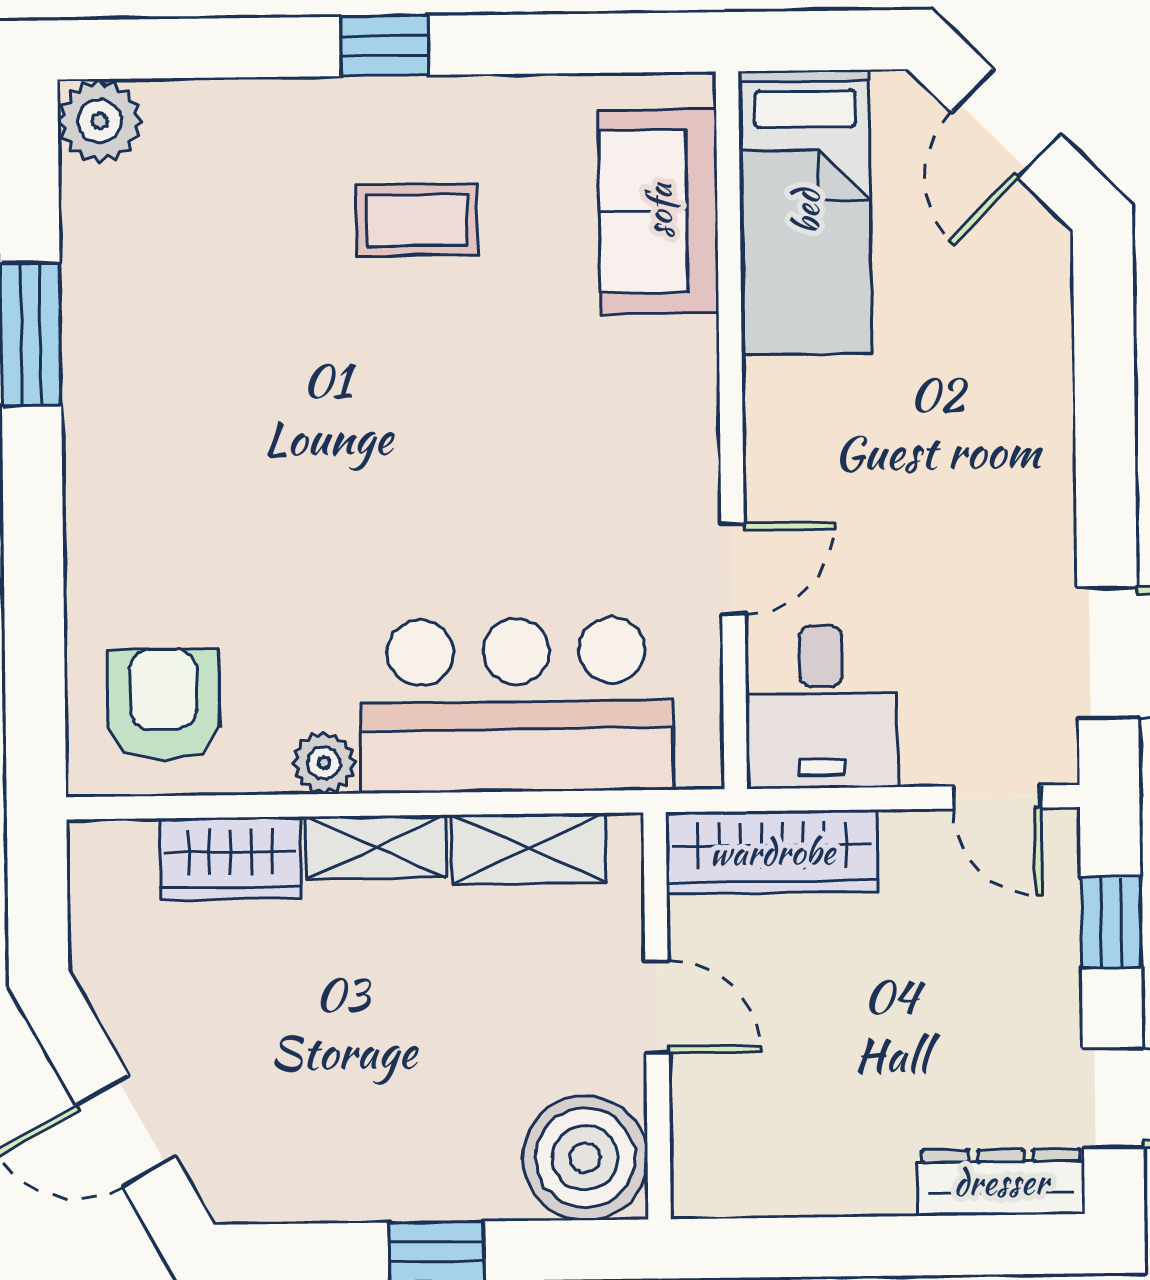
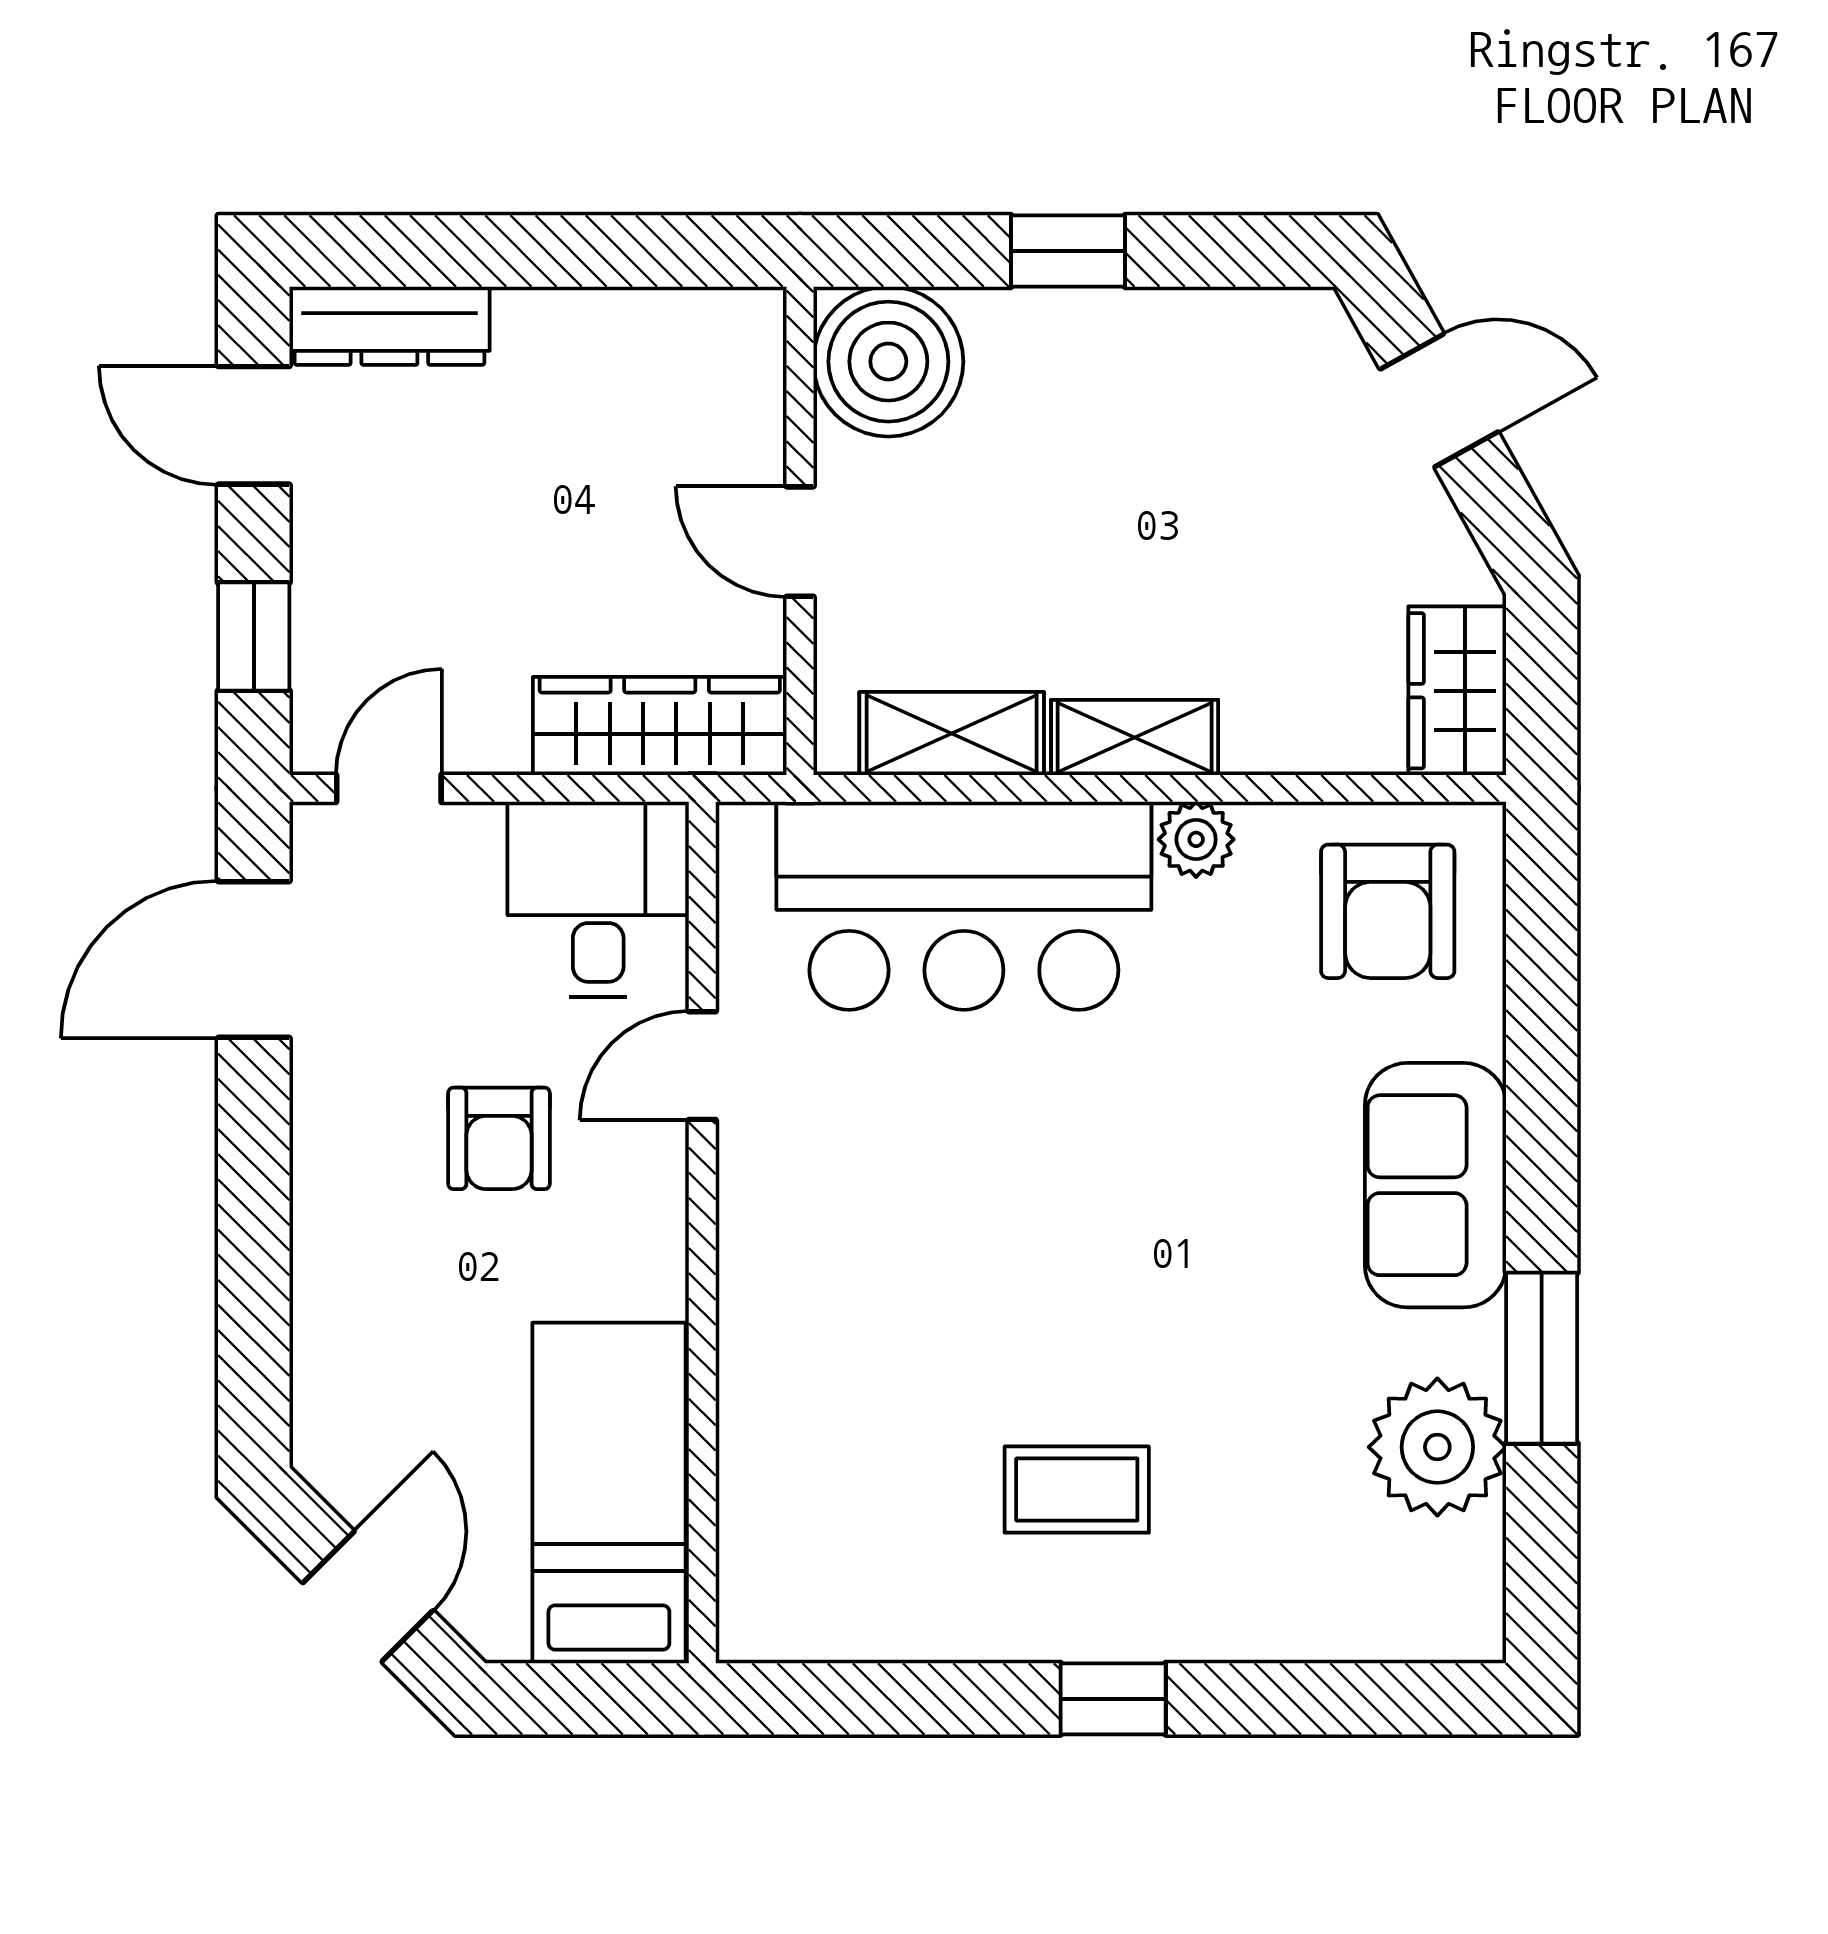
plant: (100, 121) -> (1437, 1447), moved, width x1.36, depth x1.36
sofa: (659, 211) -> (1435, 1185), moved, turned 180
armchair: (902, 507) -> (499, 1138), added
door: (997, 797) -> (389, 788), hinge flipped
wardrobe: (230, 858) -> (1457, 691), moved, turned -90

